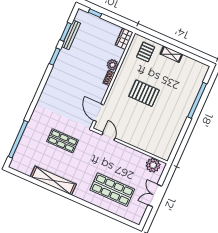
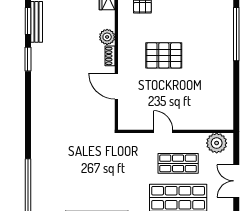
door: (99, 113) -> (116, 86), moved
door: (109, 136) -> (163, 131), moved
shop shelf: (63, 141) -> (178, 163), moved

